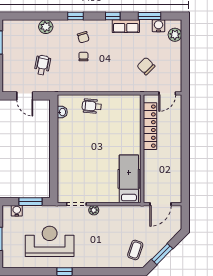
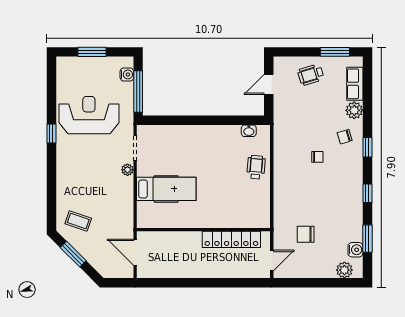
row of seats: (126, 26) -> (355, 84), moved
chair: (83, 37) -> (345, 137), moved
wheelchair: (42, 65) -> (311, 75), moved, turned 152
chair: (146, 66) -> (306, 234), turned -135
door: (167, 93) -> (272, 261), swing flipped
hospital bed: (129, 179) -> (166, 189), moved
window: (30, 202) -> (138, 91), width x1.44
reception desk: (50, 241) -> (89, 115), turned -90

